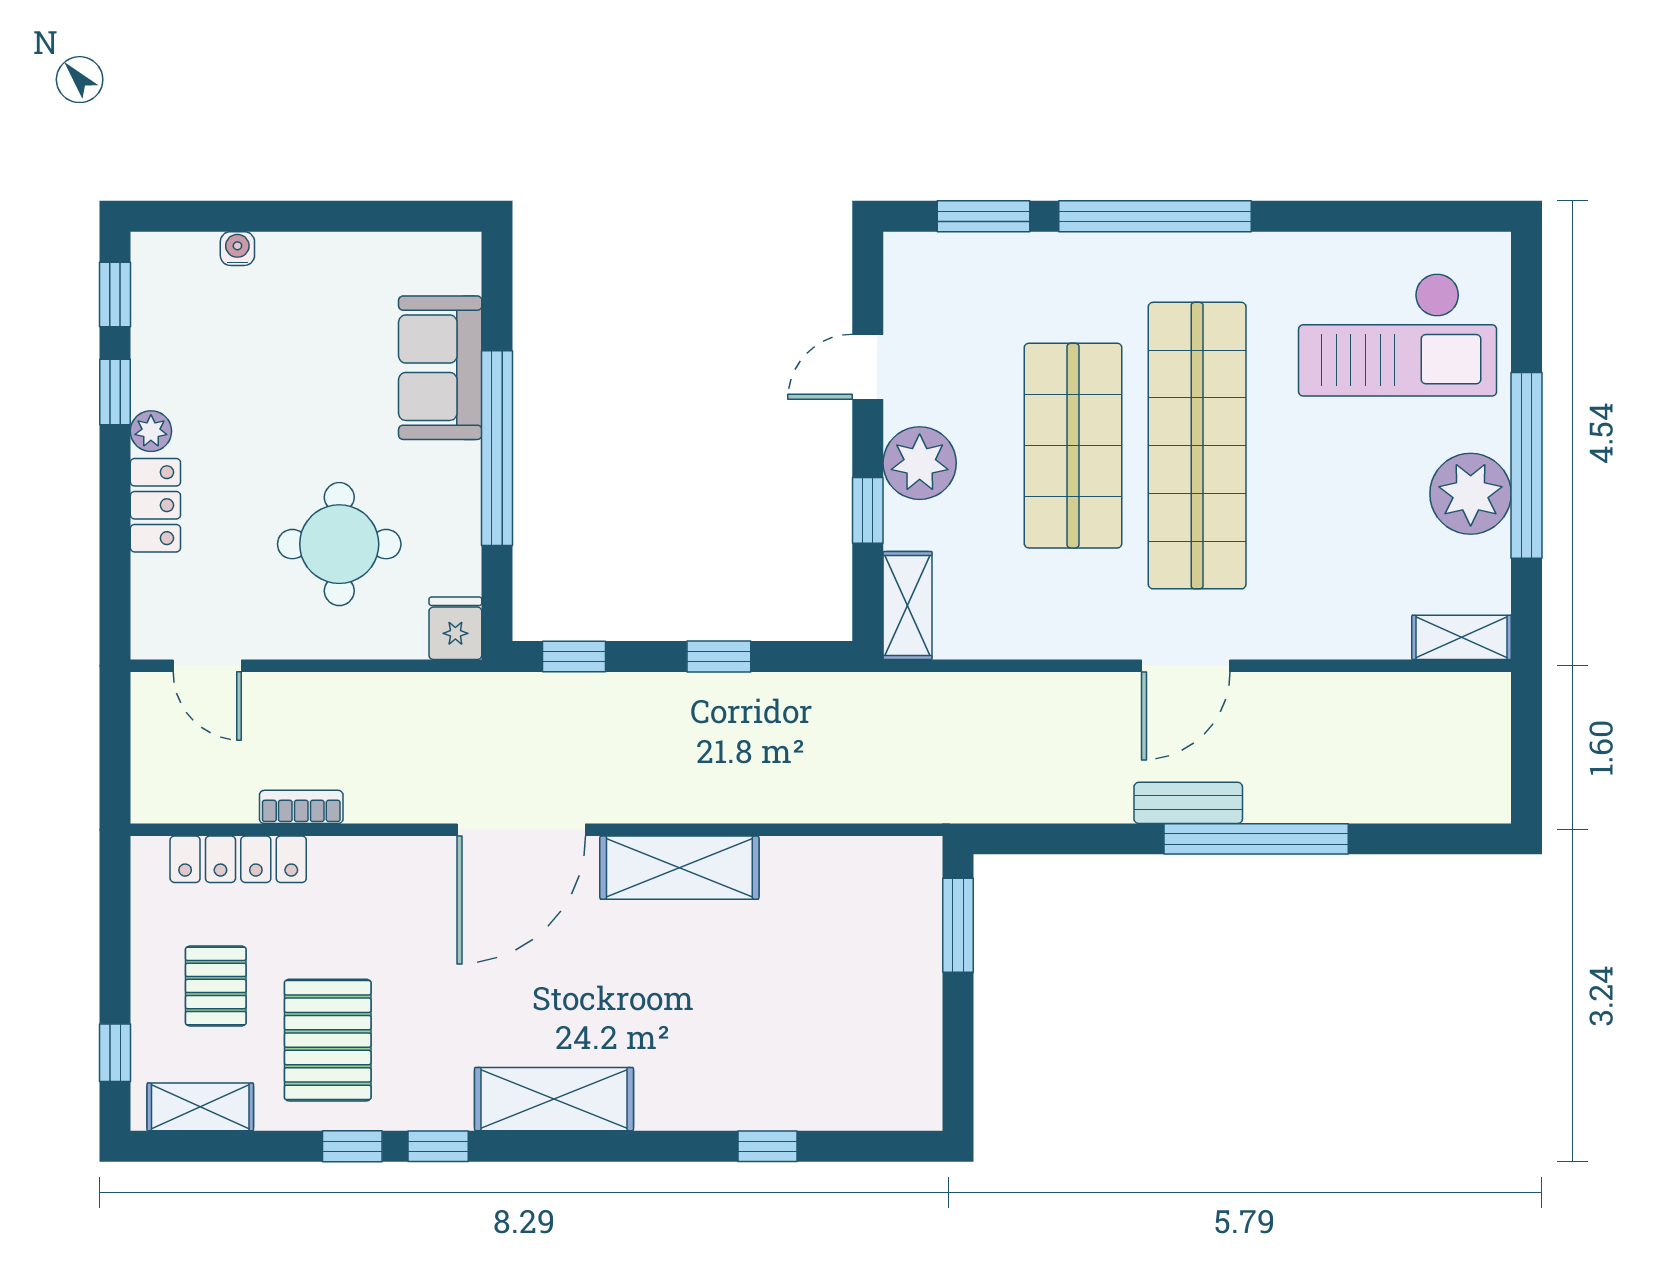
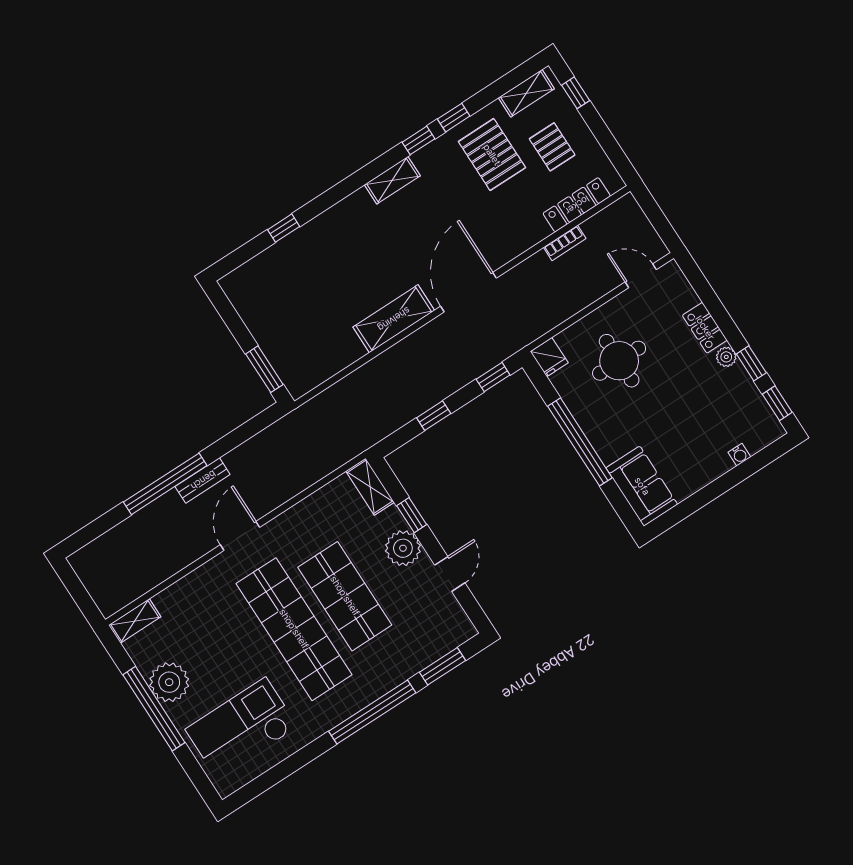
sofa: (440, 368) -> (642, 486), moved
shelving: (554, 1099) -> (392, 180), width x0.67, depth x0.75

